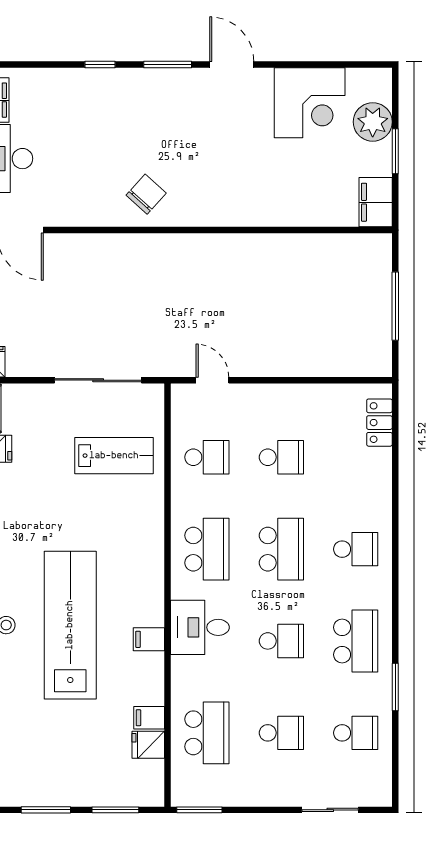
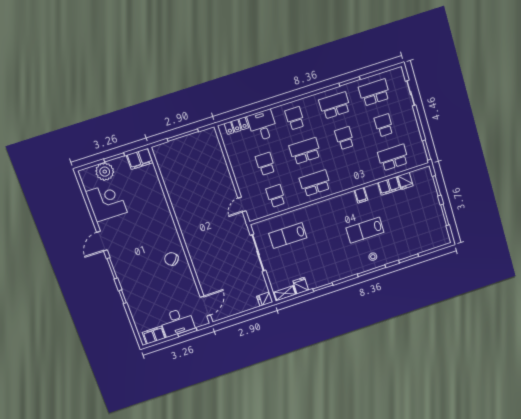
lab bench: (114, 456) -> (288, 236), turned -90
lab bench: (70, 625) -> (365, 230), width x0.54, depth x0.72
desk: (200, 627) -> (263, 125), moved, turned 180
filing cabinet: (149, 718) -> (389, 186), width x2.00
school desk: (356, 733) -> (374, 93), width x1.85

